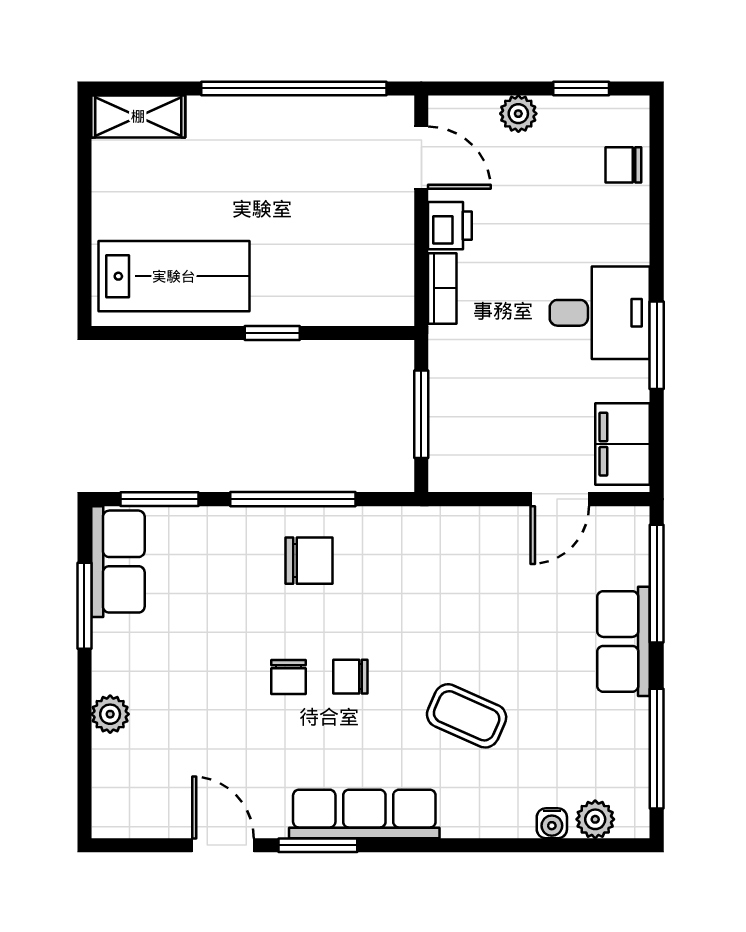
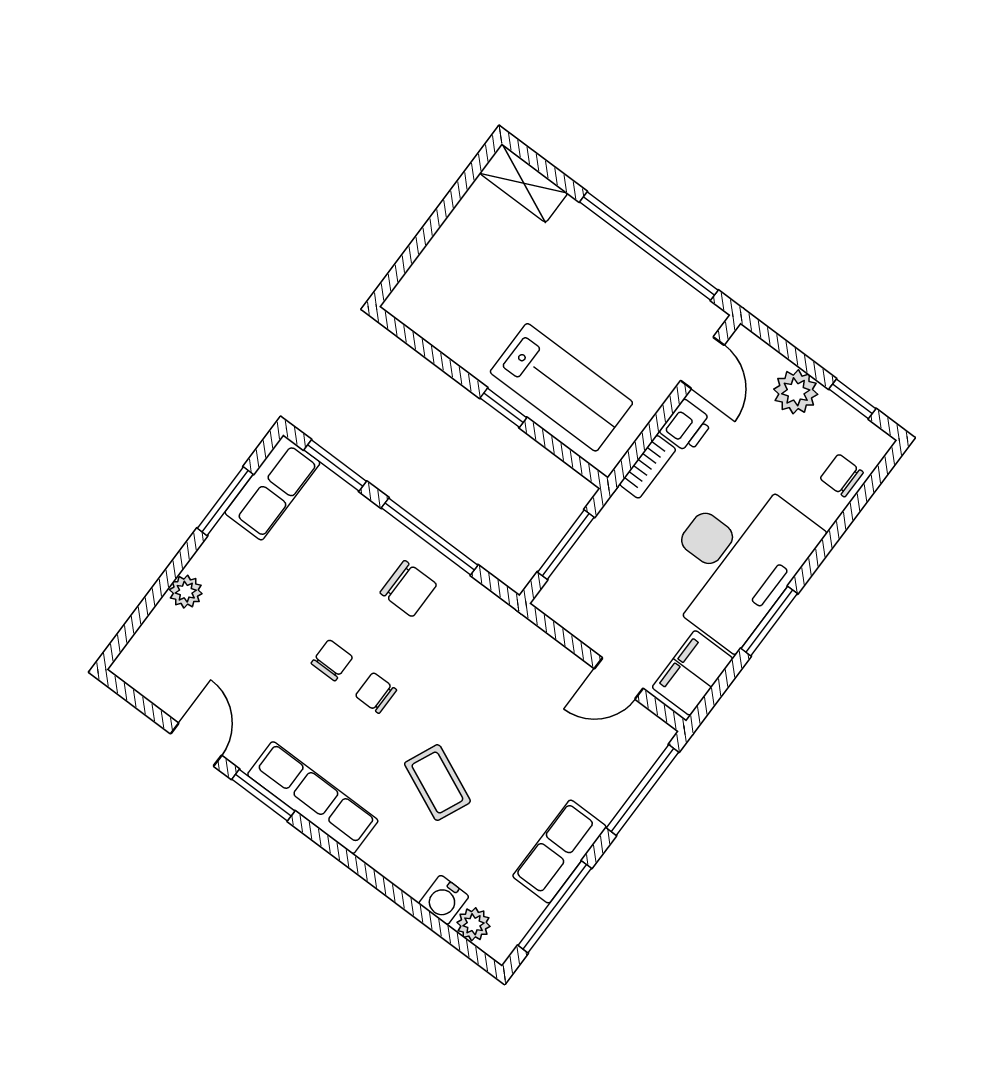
plant: (518, 114) -> (796, 392), width x1.38, depth x1.38
lab bench: (174, 276) -> (561, 387), moved
desk: (600, 313) -> (736, 560), width x1.87, depth x1.30
row of seats: (624, 641) -> (559, 852), moved
chair: (289, 677) -> (332, 660), turned 180
water cooler: (552, 823) -> (444, 900), width x1.38, depth x1.38

